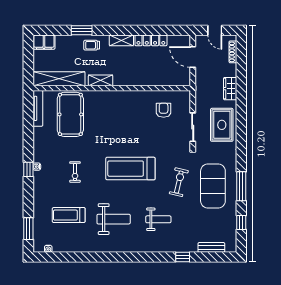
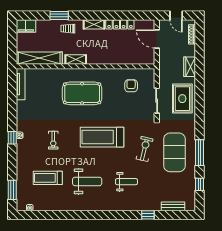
pool table: (70, 114) -> (82, 93), moved, turned 90

